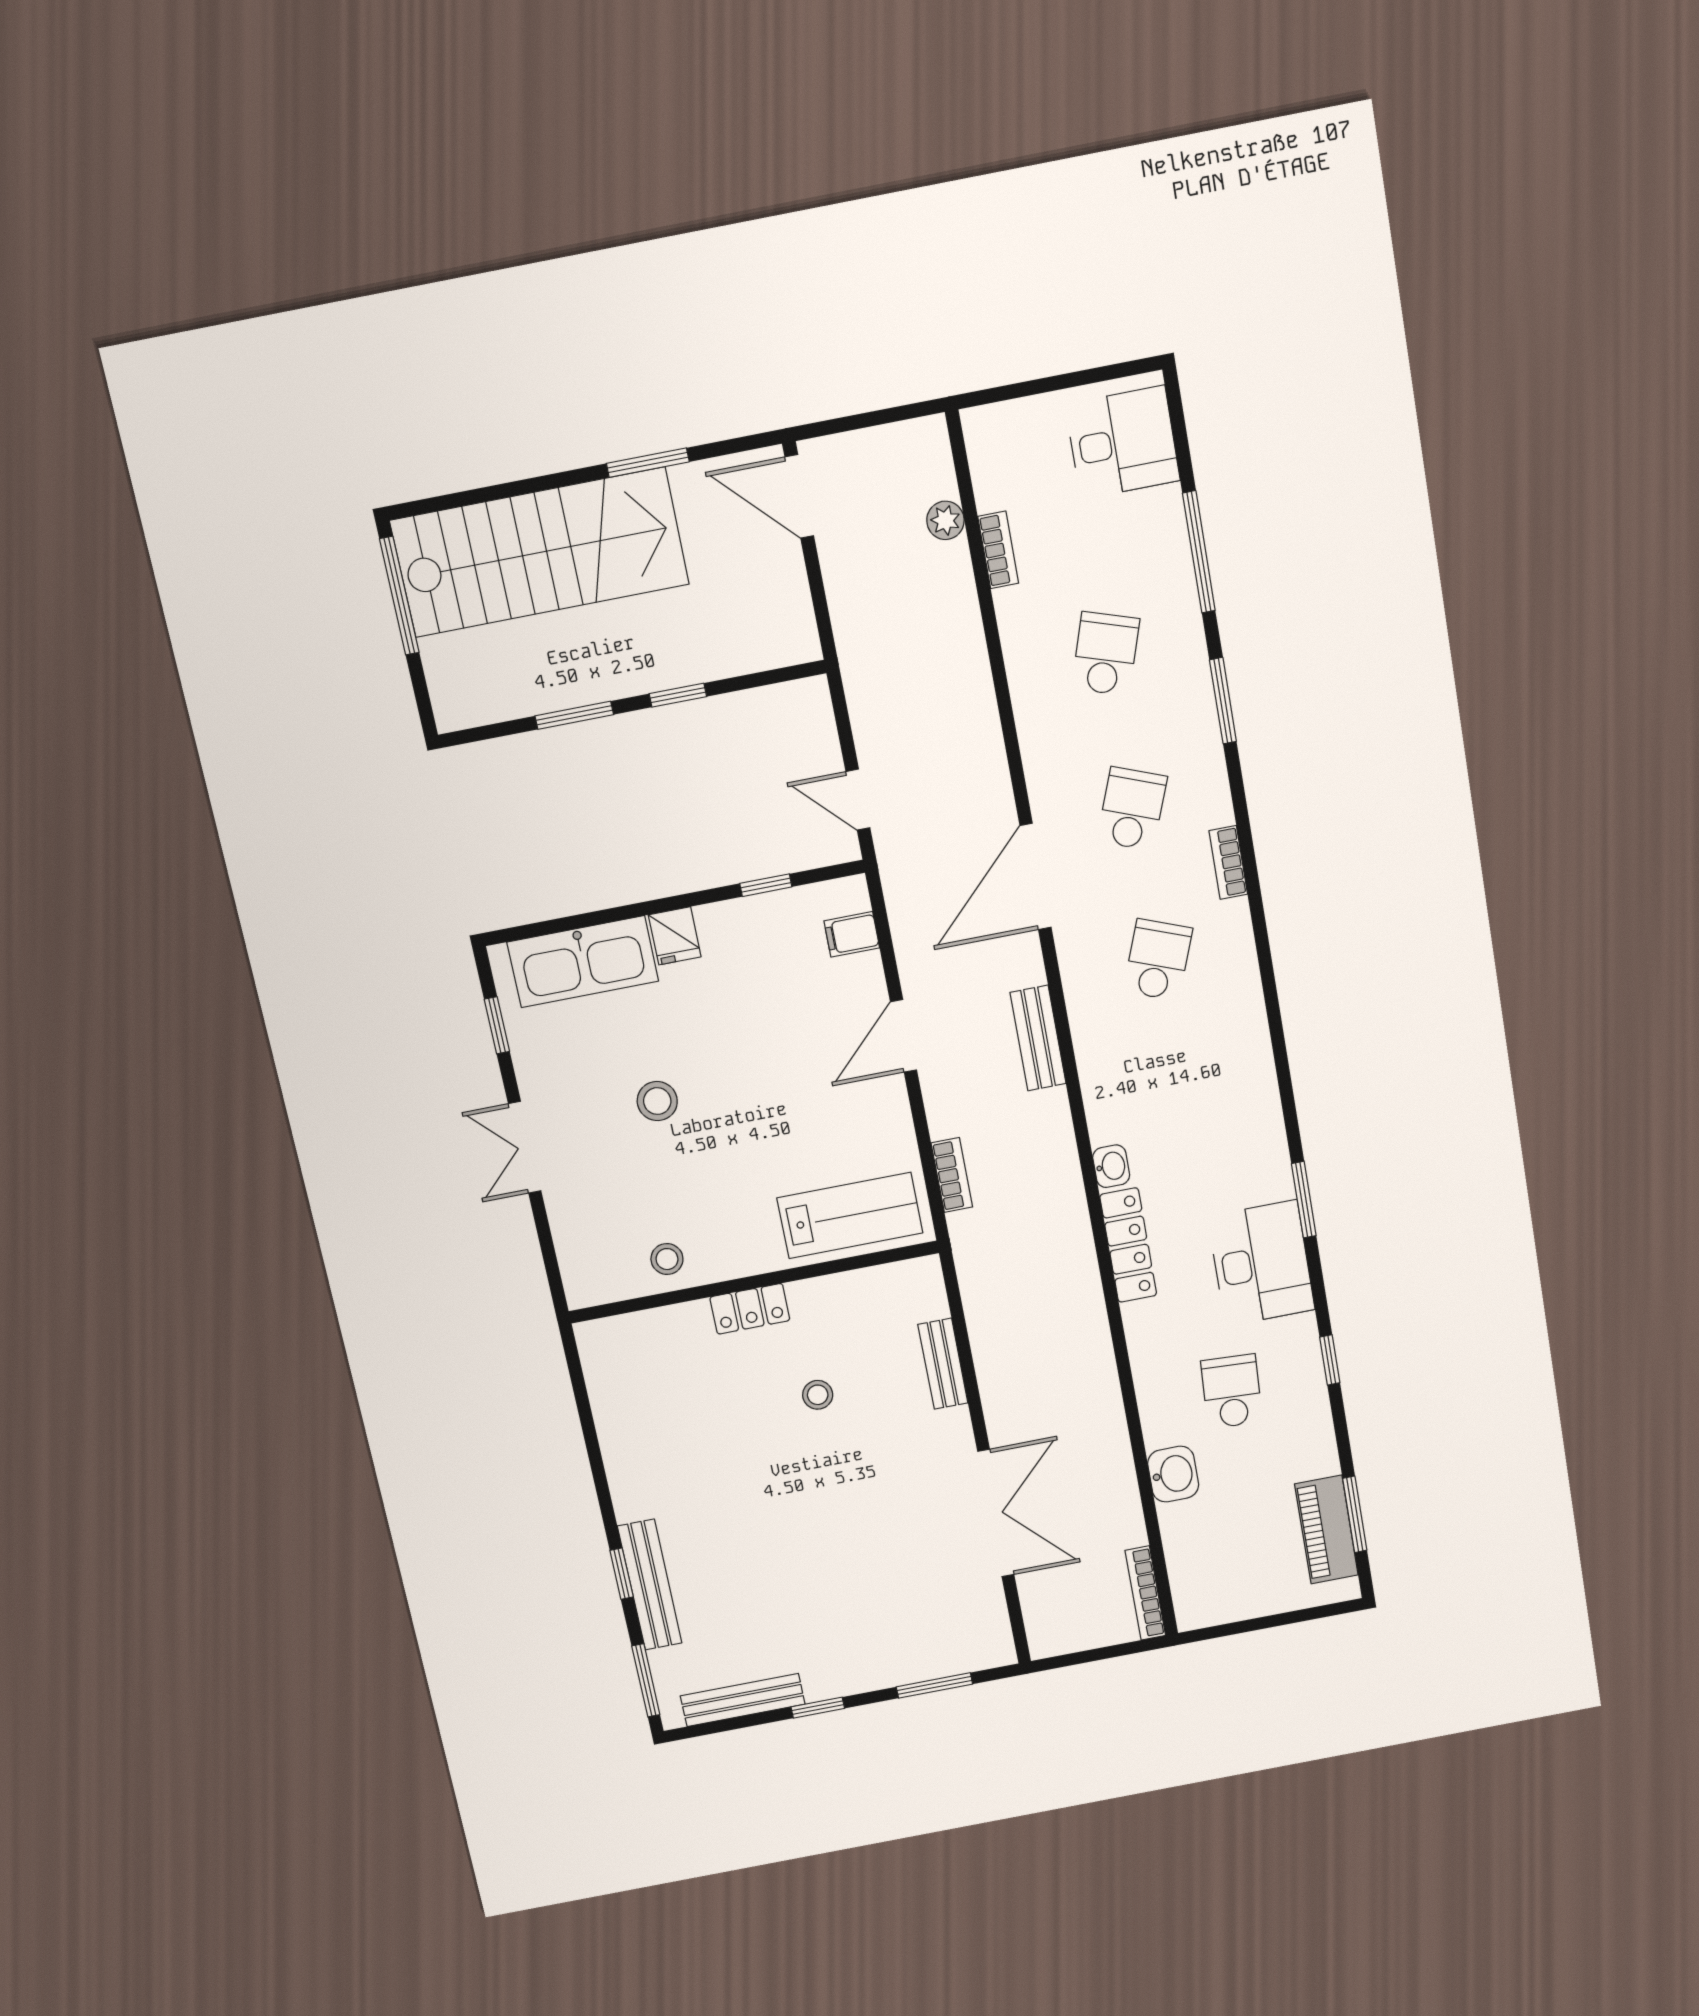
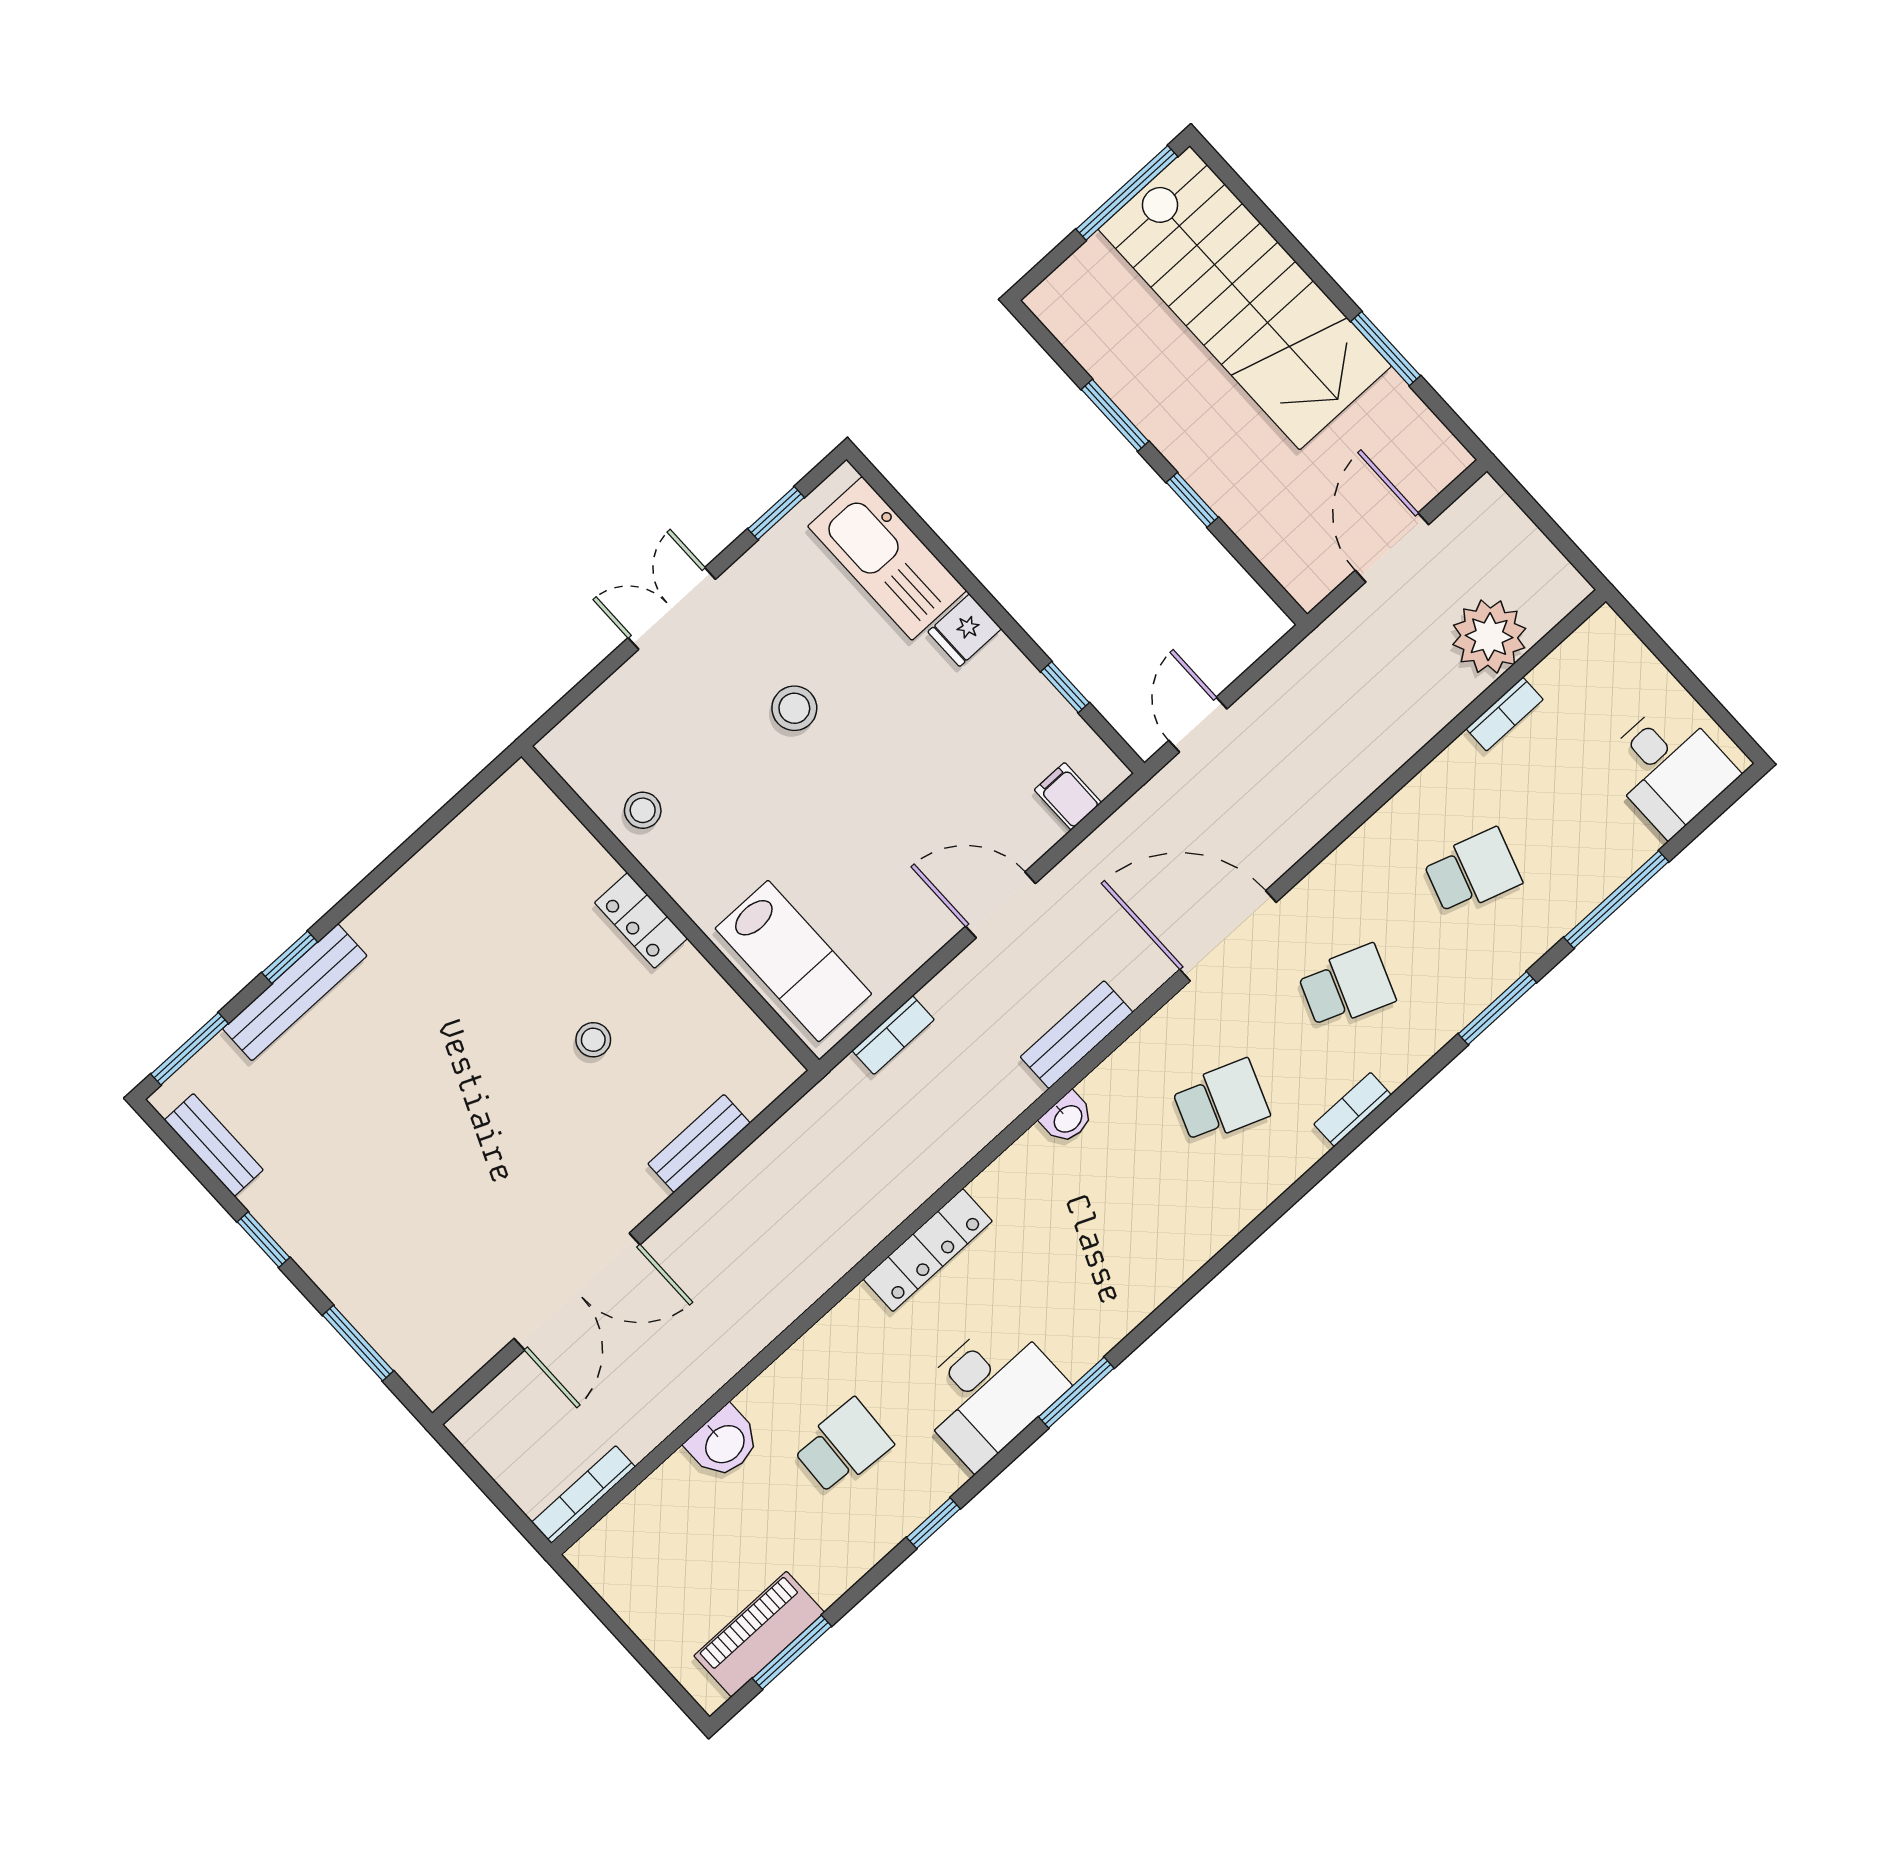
door: (799, 496) -> (1392, 547), moved
plant: (945, 520) -> (1489, 637), width x1.87, depth x1.87
washbasin: (1111, 1166) -> (1067, 1118), moved
bench: (743, 1700) -> (214, 1145), width x0.73

